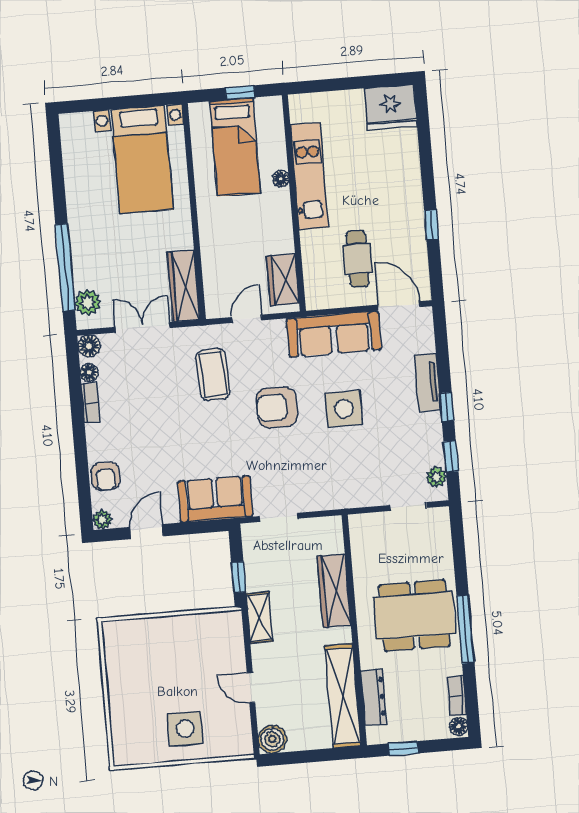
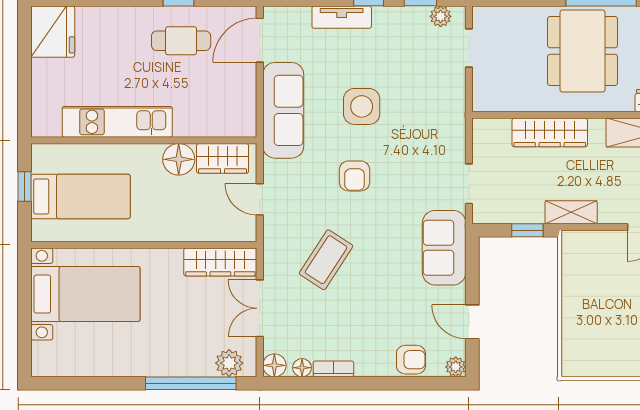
floor lamp: (281, 179) -> (179, 159), moved, width x1.89, depth x1.89
cafe table: (358, 259) -> (181, 41), moved
coffee table: (213, 374) -> (326, 260), moved, turned -54
armchair: (277, 407) -> (355, 176), width x0.72, depth x0.72

